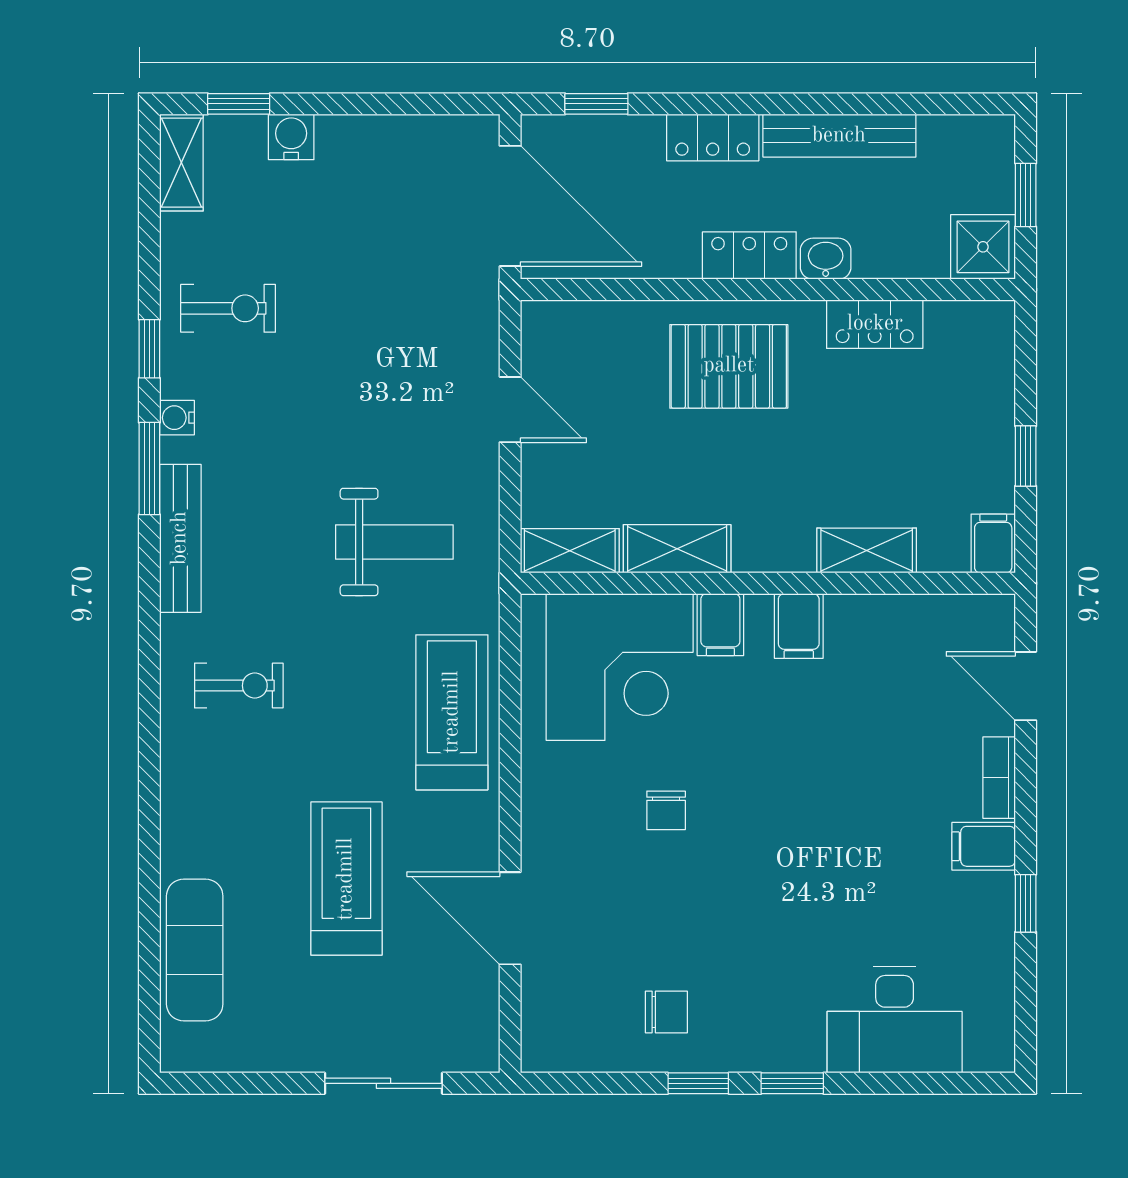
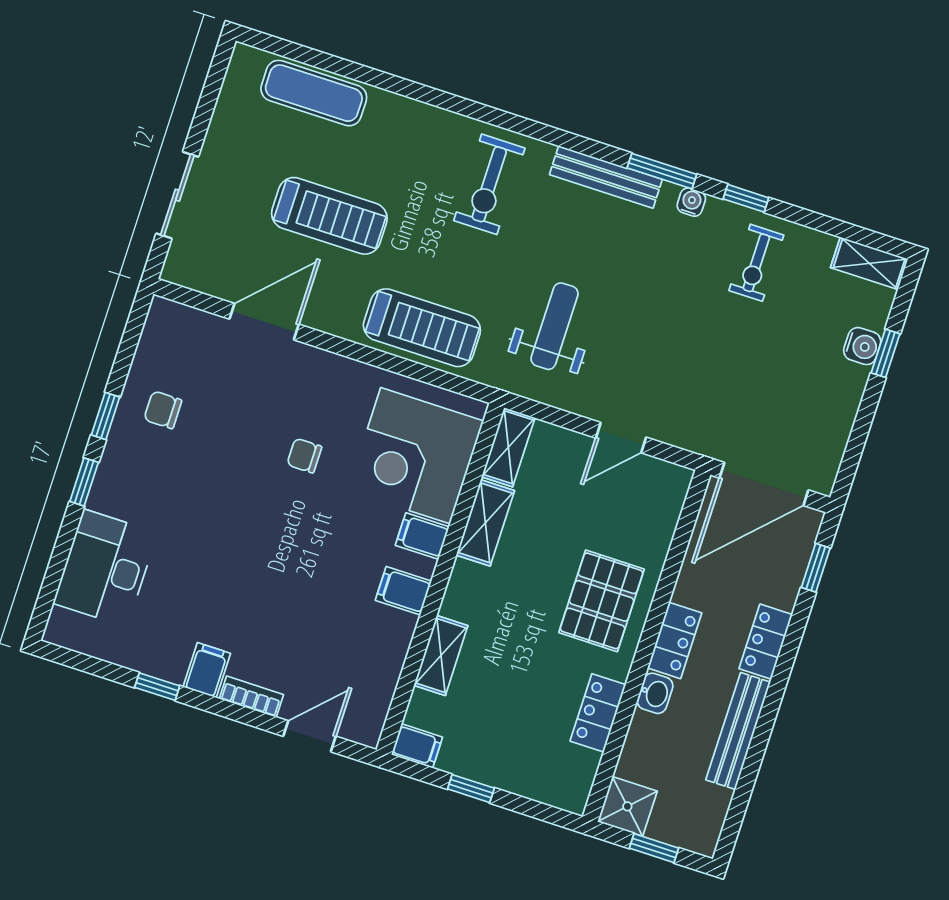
window: (239, 104) -> (885, 353), moved
weight bench: (394, 542) -> (555, 326), turned 180
exercise bike: (239, 686) -> (489, 184), width x1.38, depth x1.39
chair: (666, 1012) -> (163, 410), turned 90

